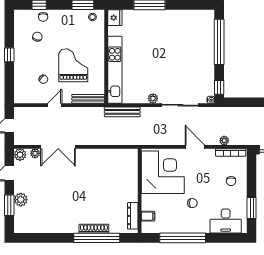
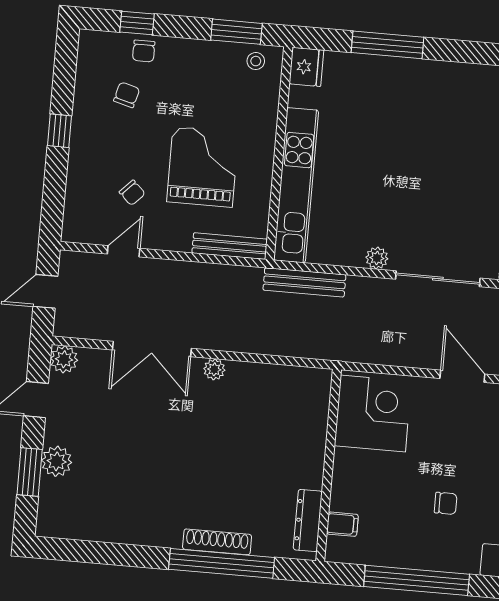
door: (55, 105) -> (124, 251), moved
plant: (35, 153) -> (214, 369), moved
corner desk: (163, 172) -> (373, 414), width x0.74, depth x0.74

